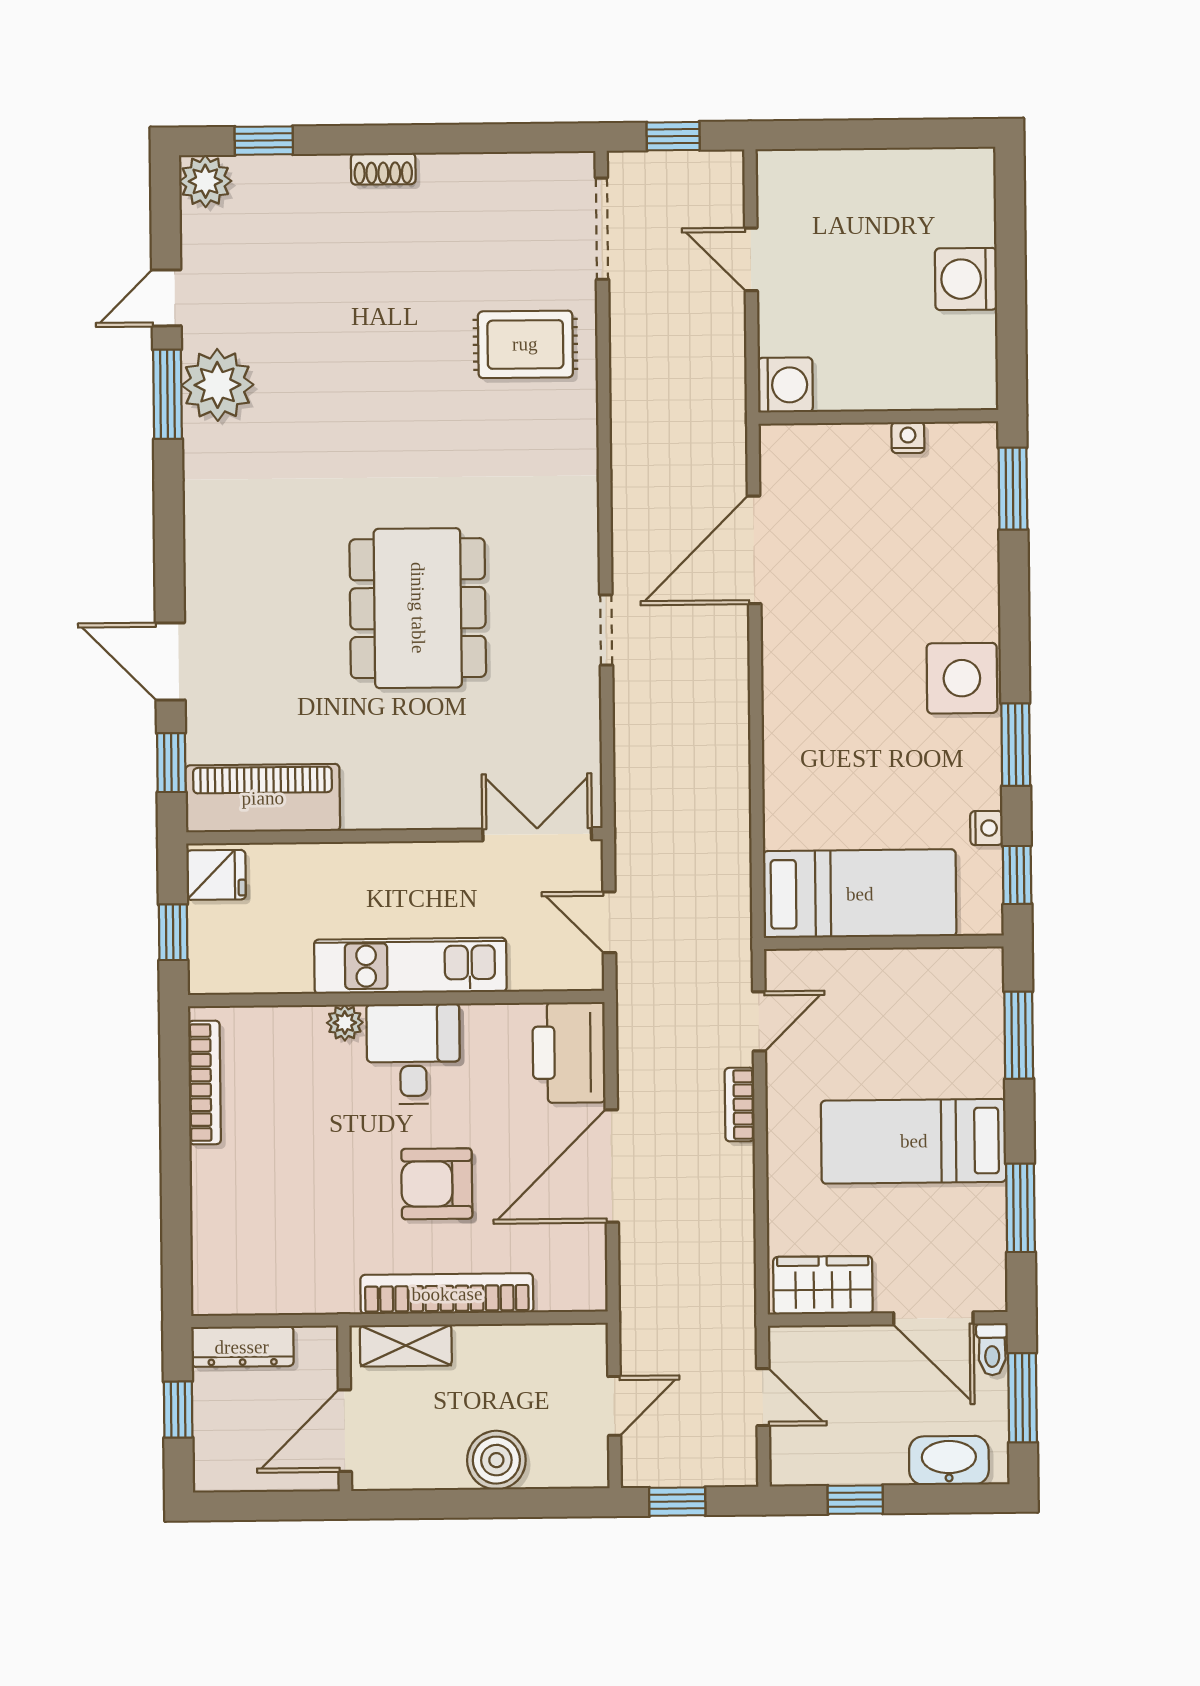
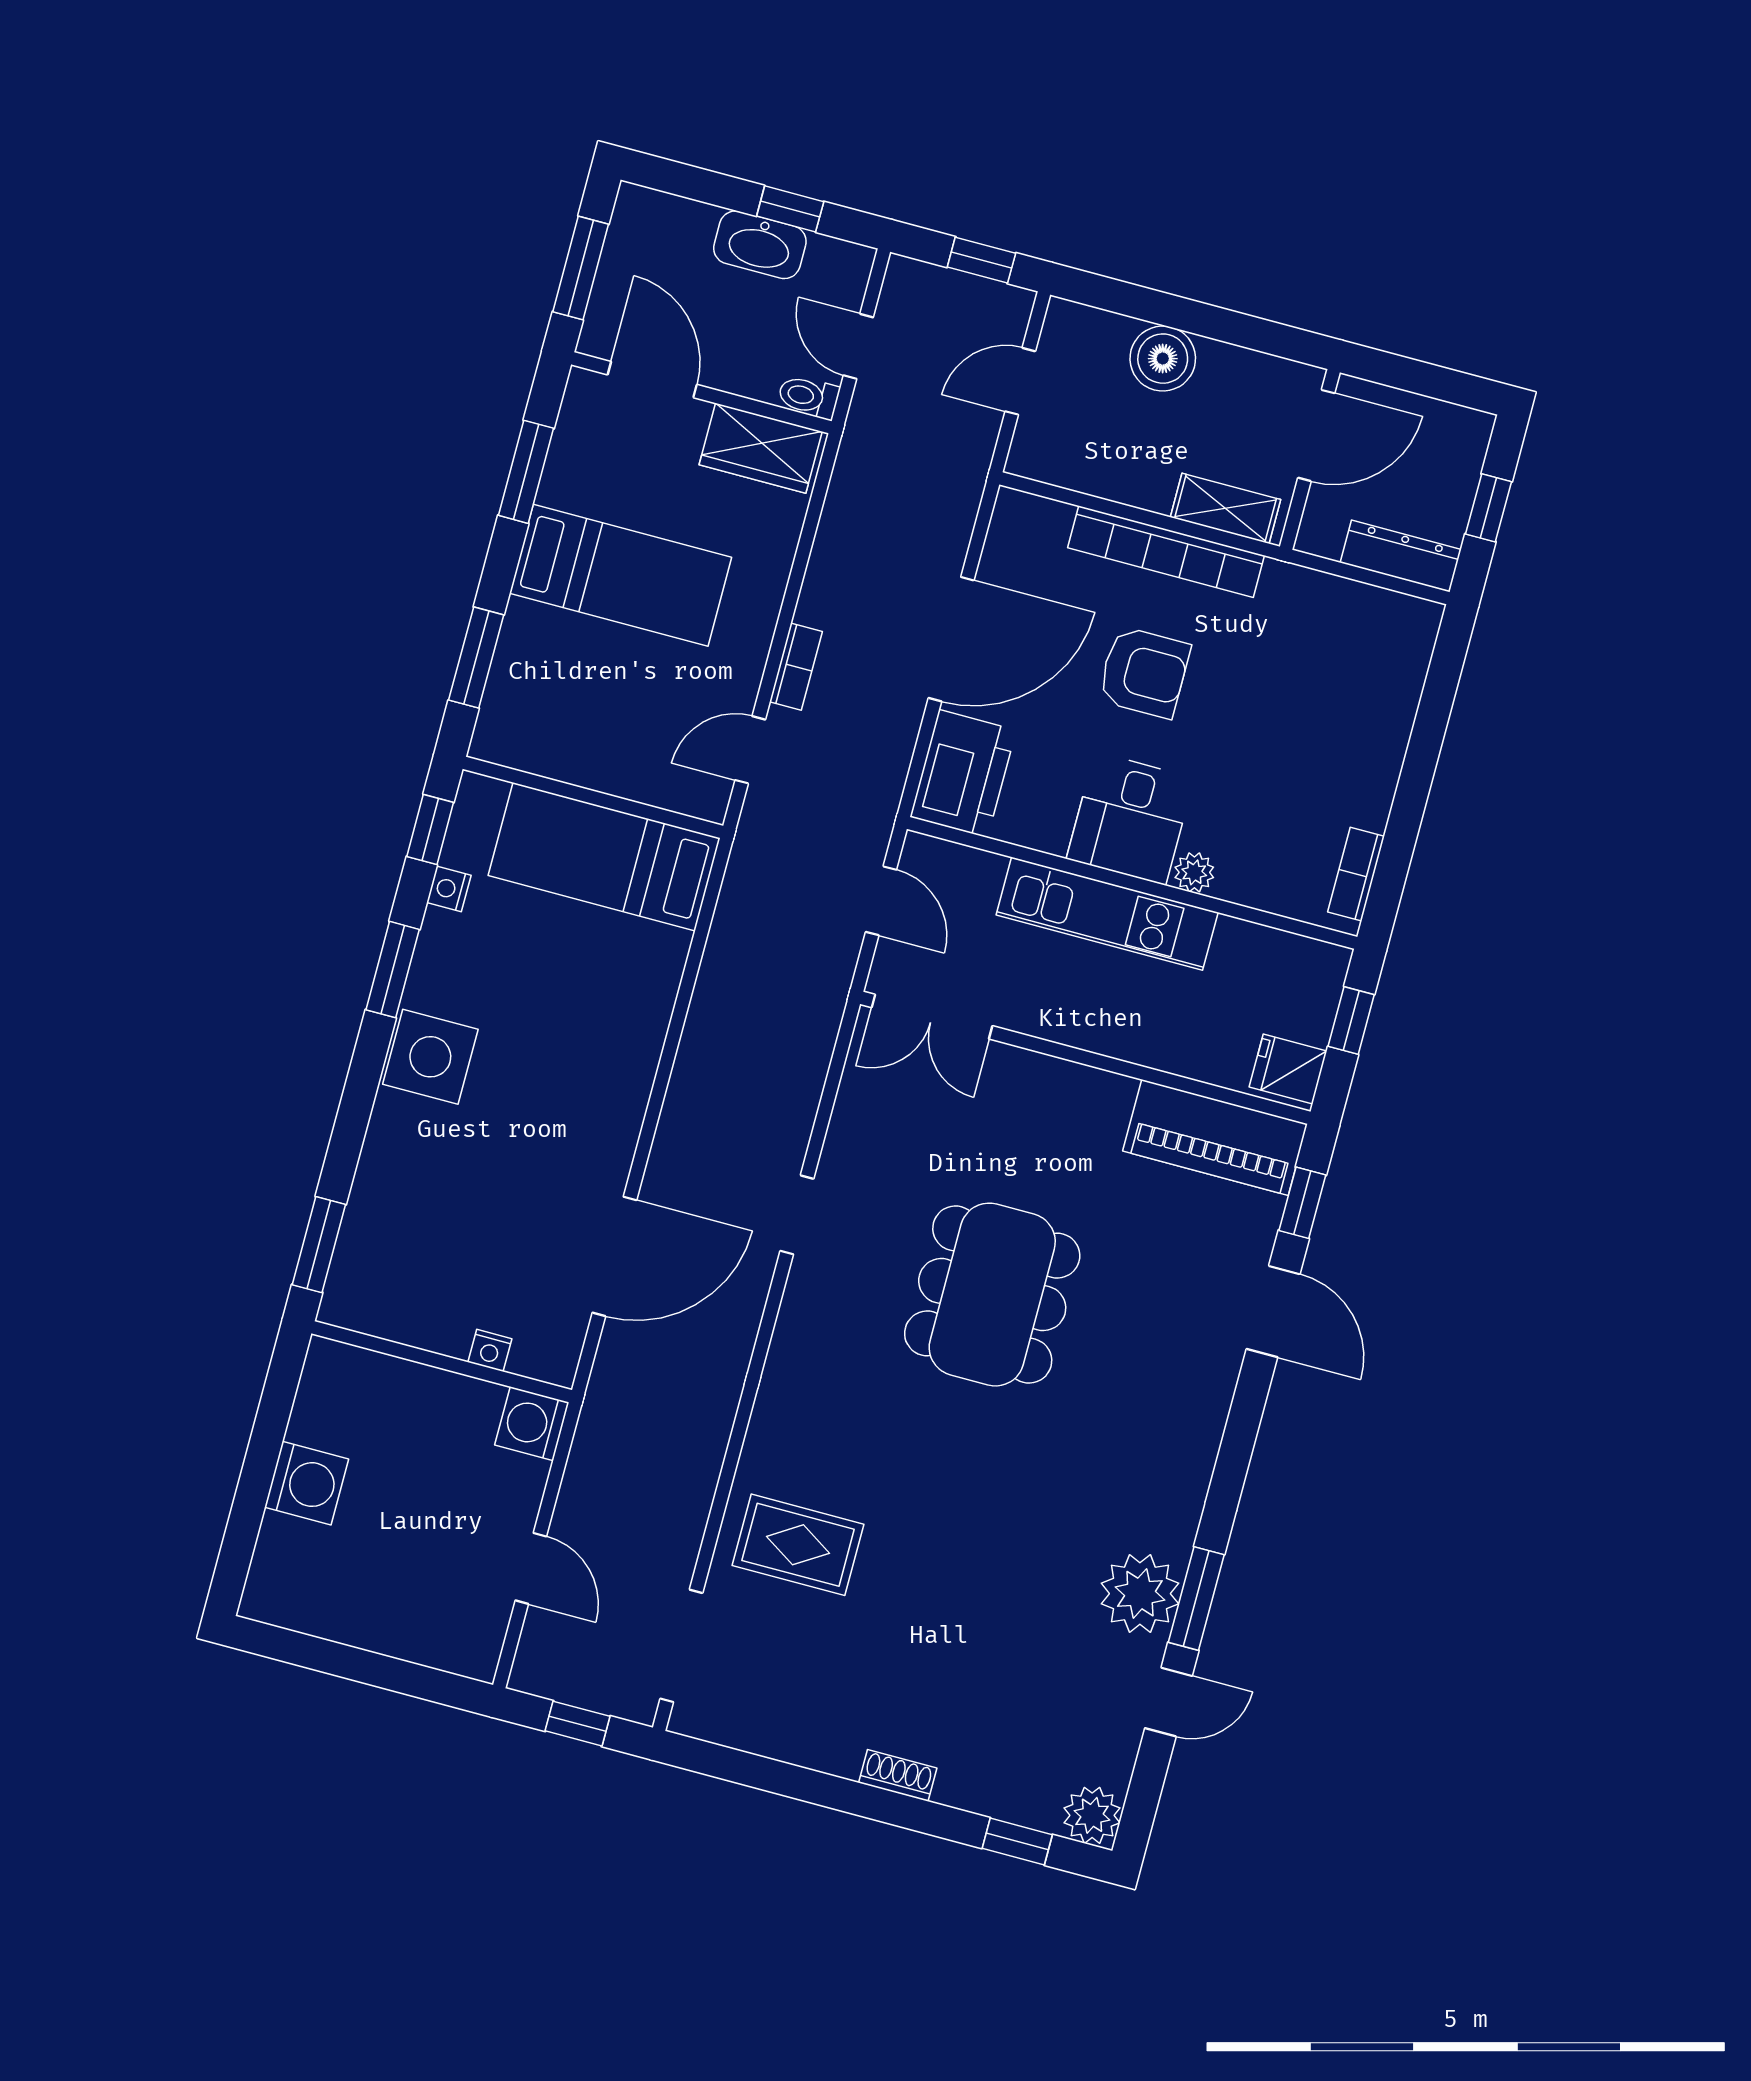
nightstand: (908, 438) -> (490, 1350), moved
bookcase: (204, 1082) -> (1356, 874), width x0.64
toilet: (992, 1349) -> (809, 397), moved, turned -90
washbasin: (949, 1460) -> (760, 245), moved

